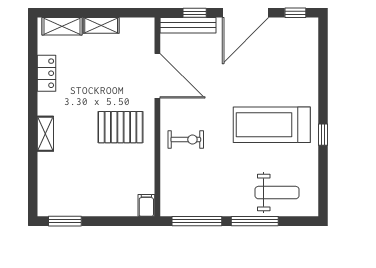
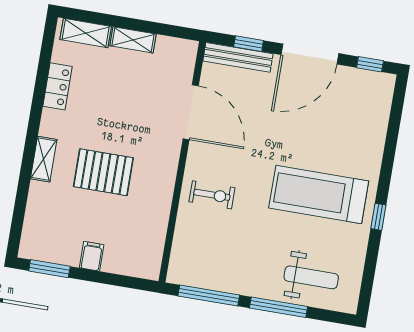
pallet: (120, 127) -> (103, 172), moved
filing cabinet: (146, 205) -> (92, 256), moved

